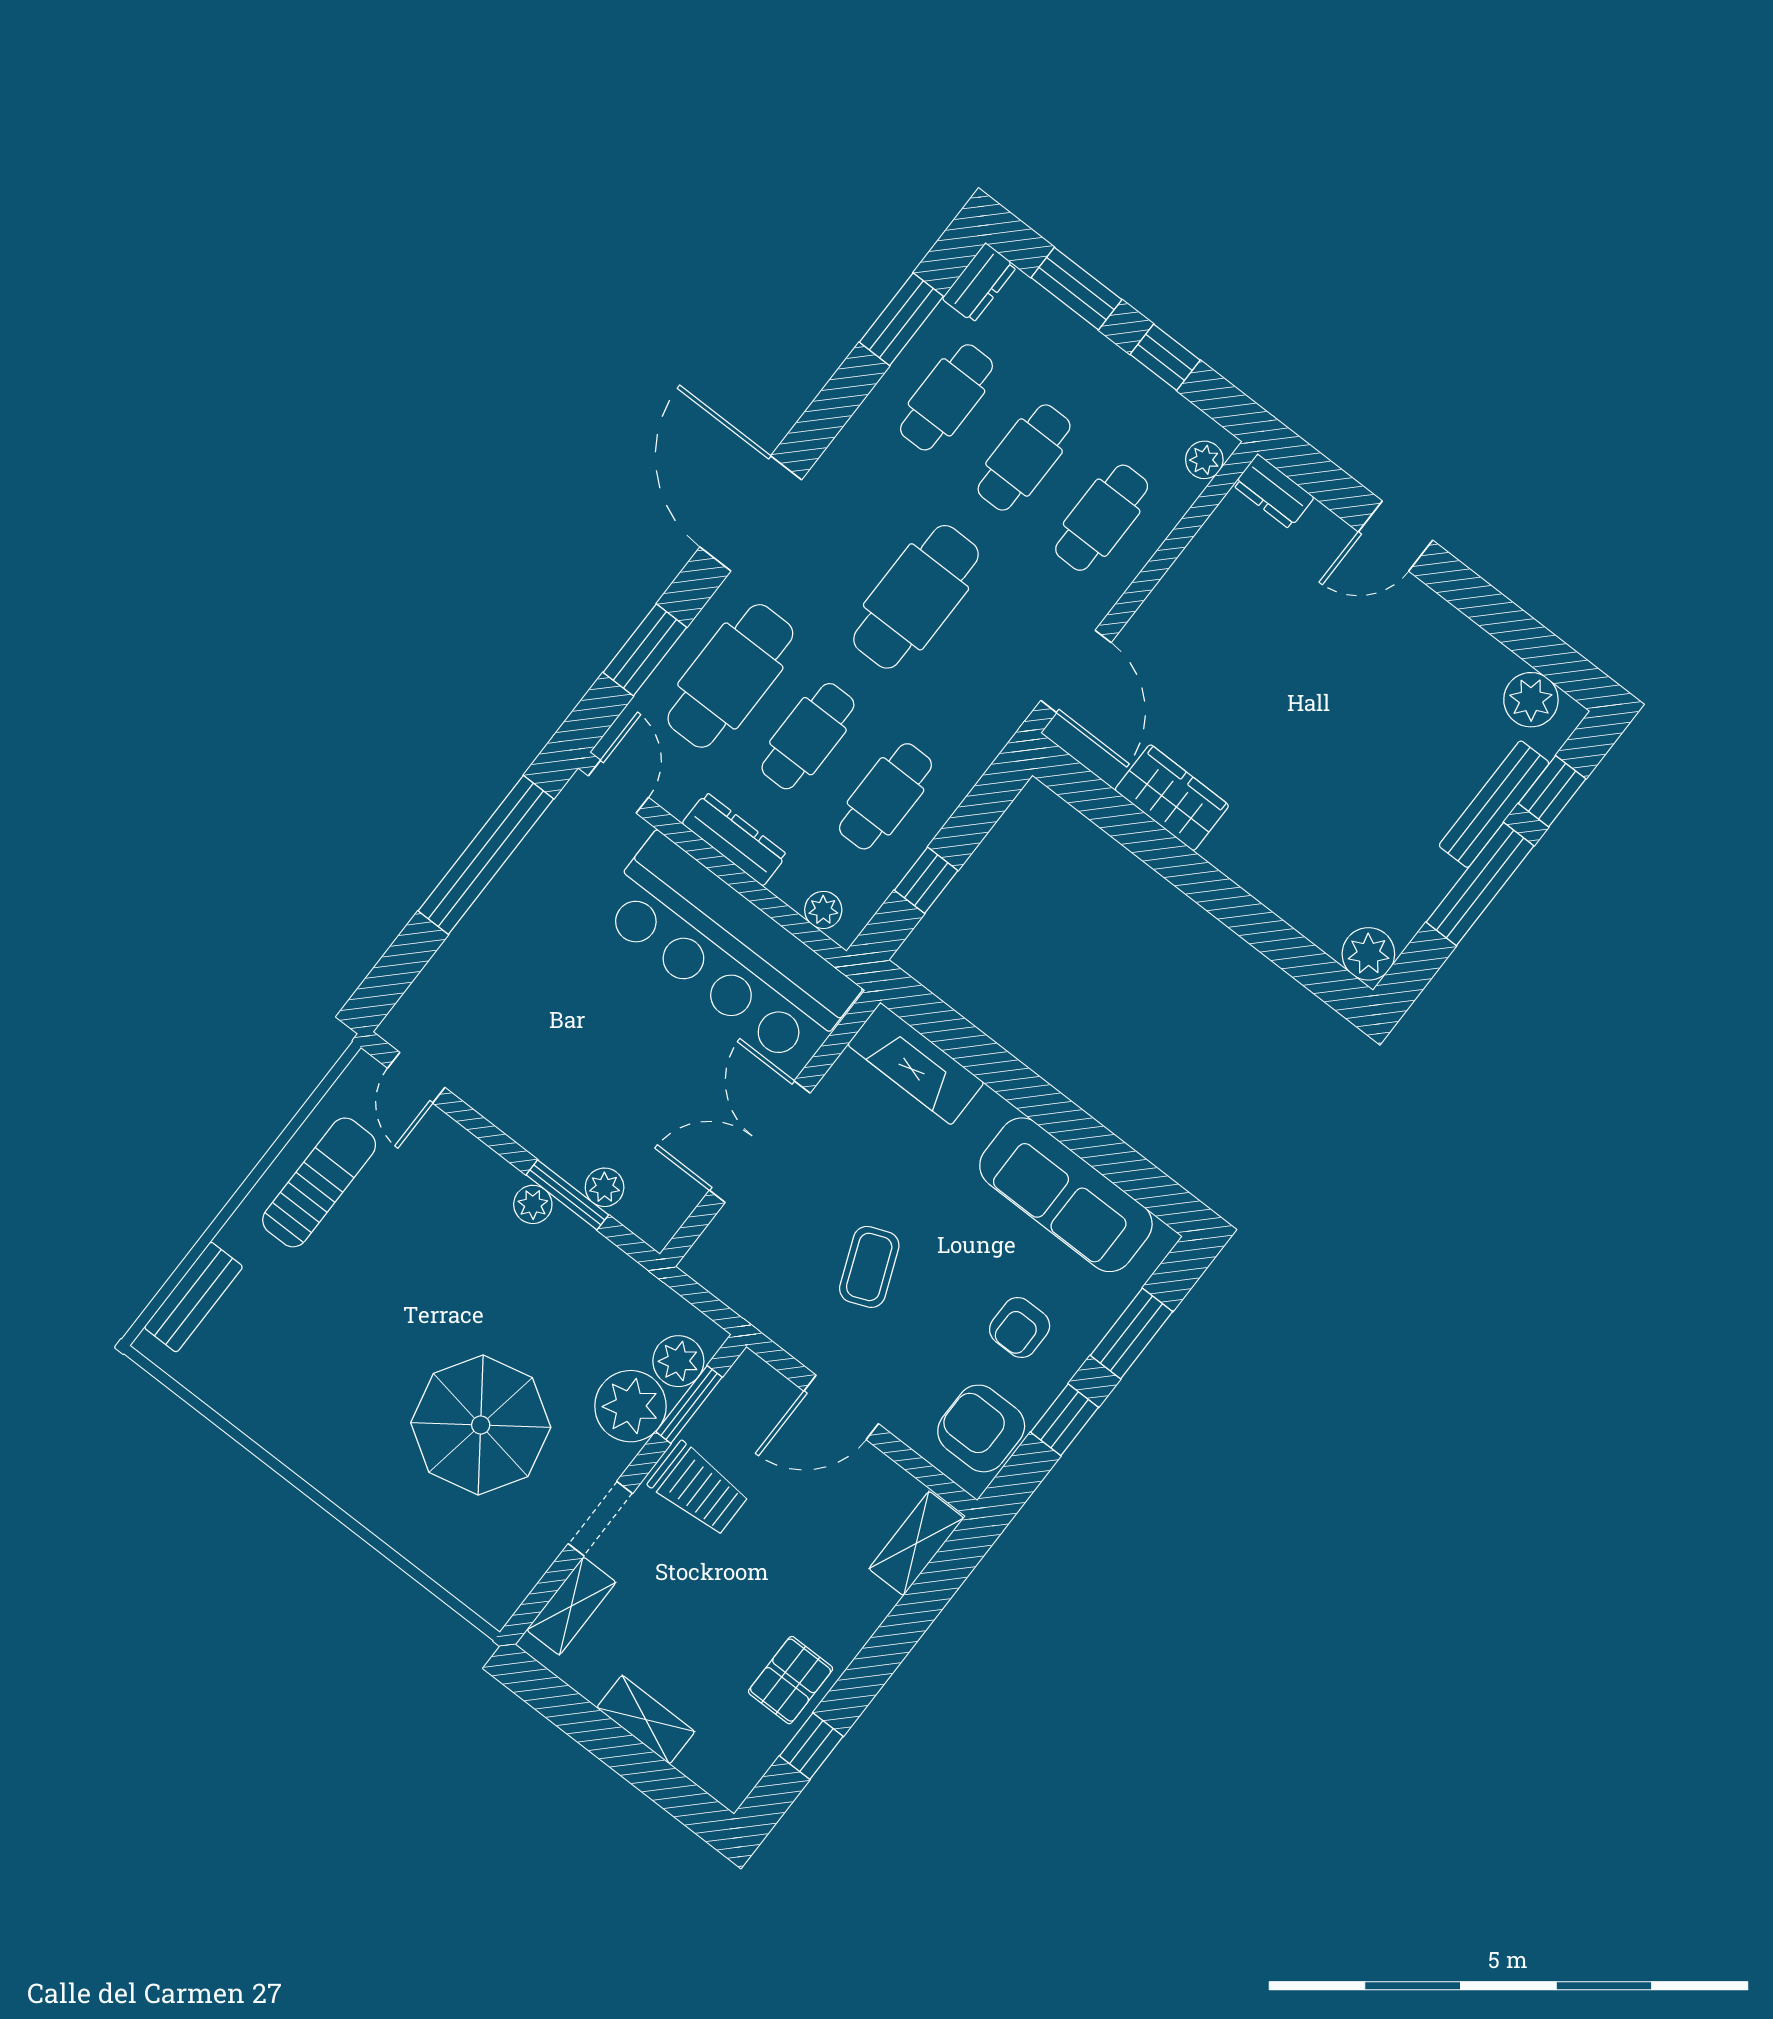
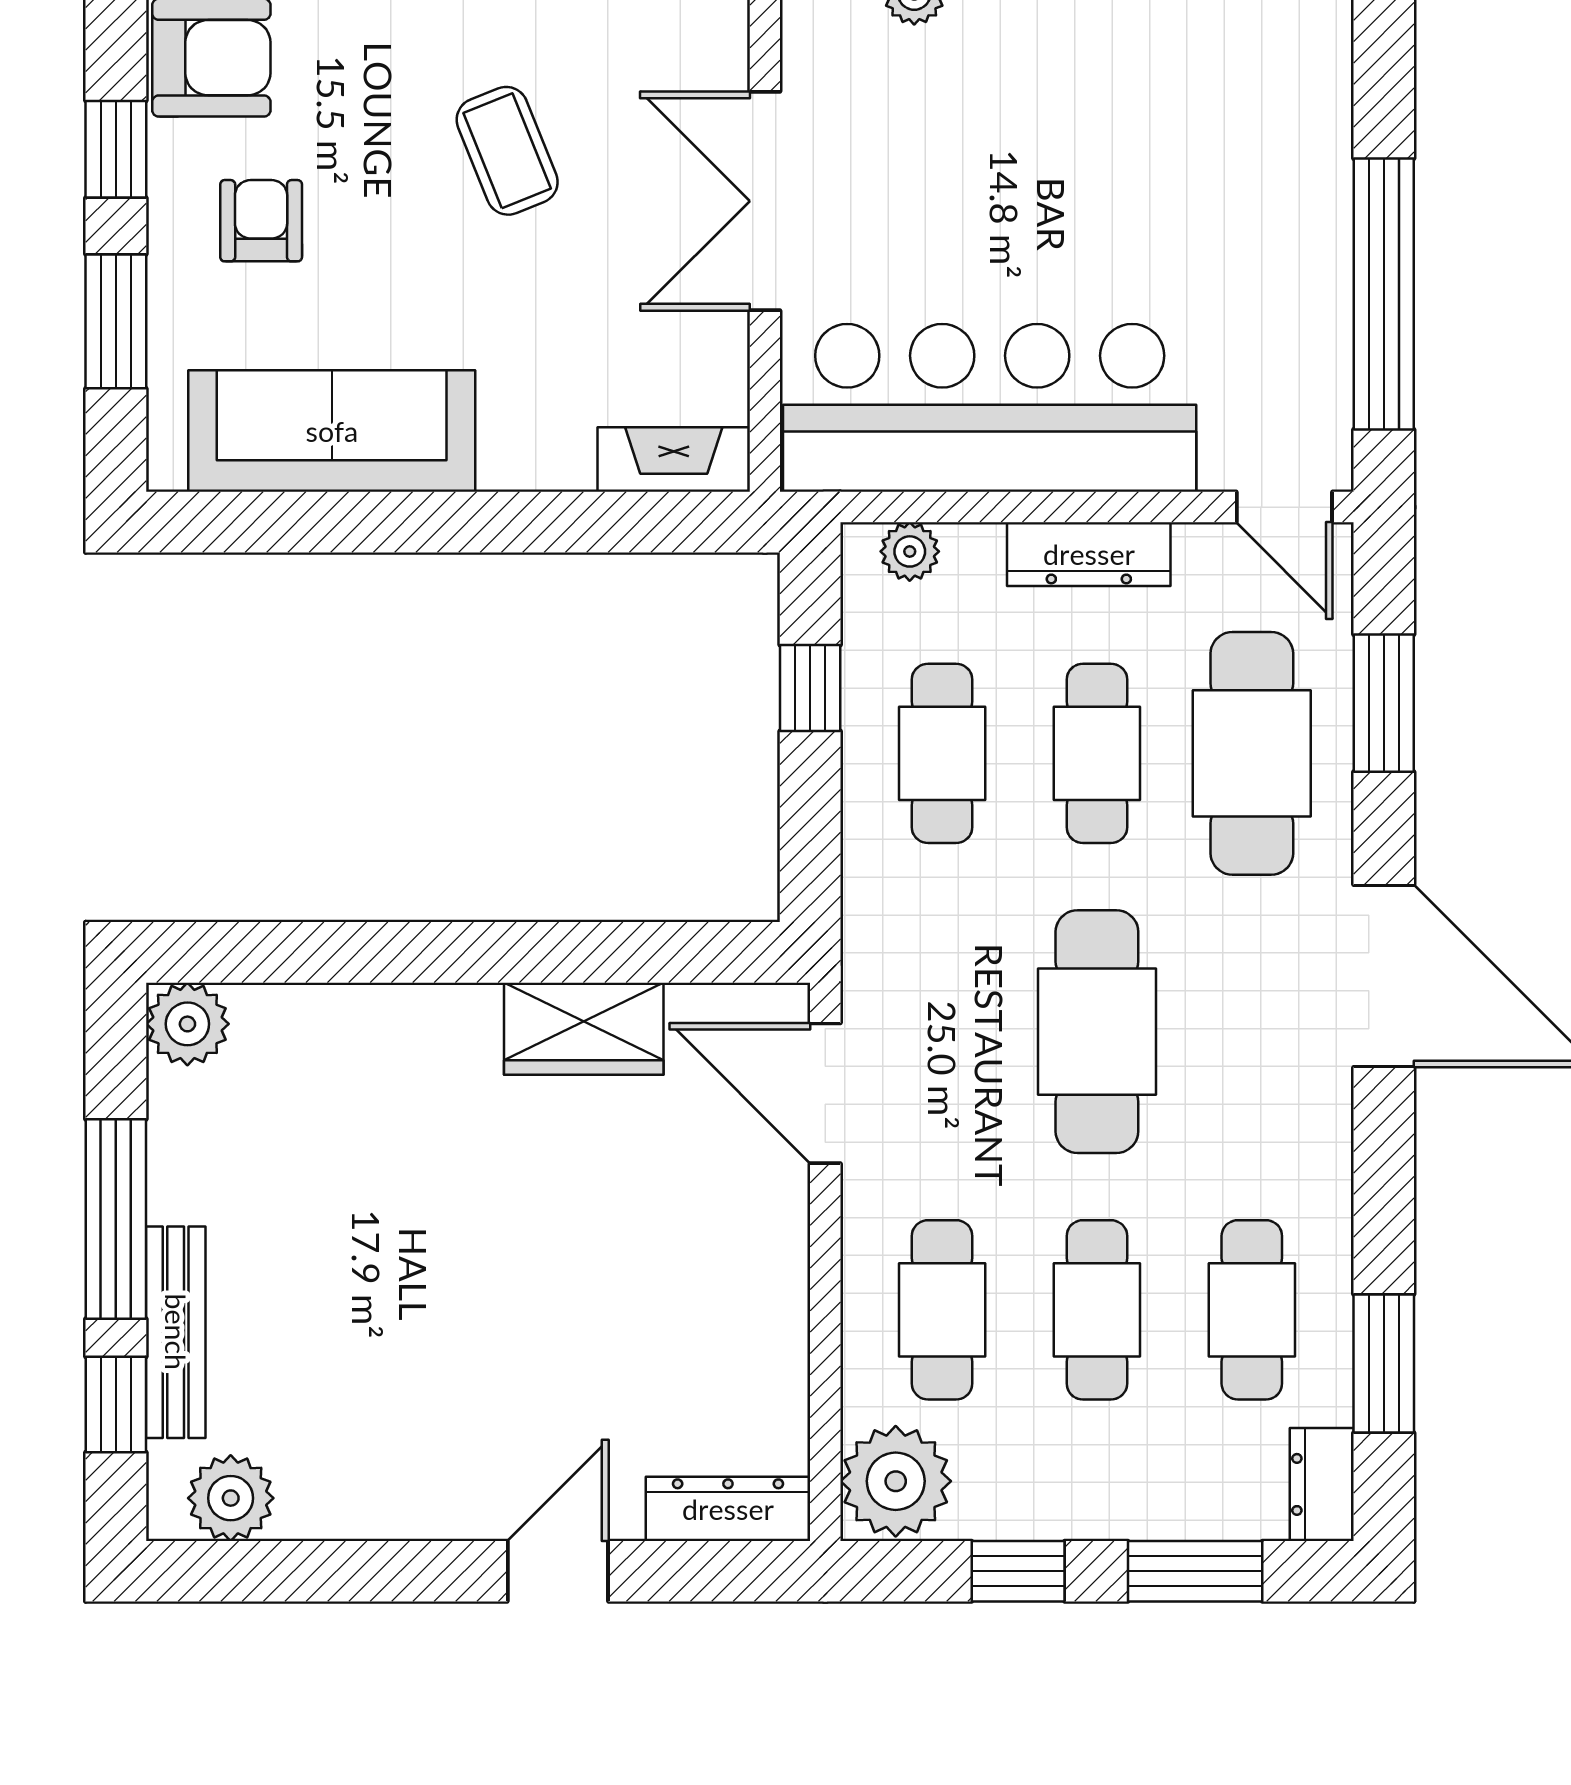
plant: (1204, 460) -> (896, 1481), width x1.87, depth x1.87
dresser: (1274, 491) -> (728, 1509), width x1.44
fireplace: (916, 1064) -> (674, 460), width x0.73, depth x0.76
double door: (760, 1142) -> (765, 201), swing flipped

